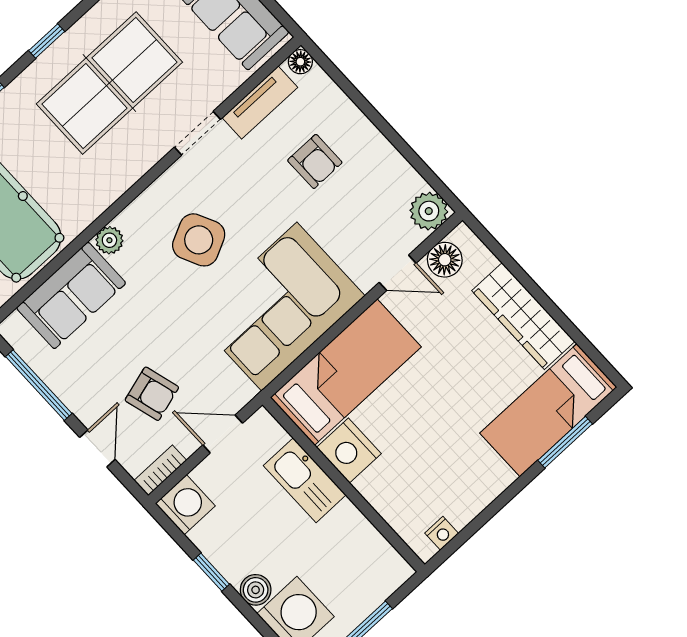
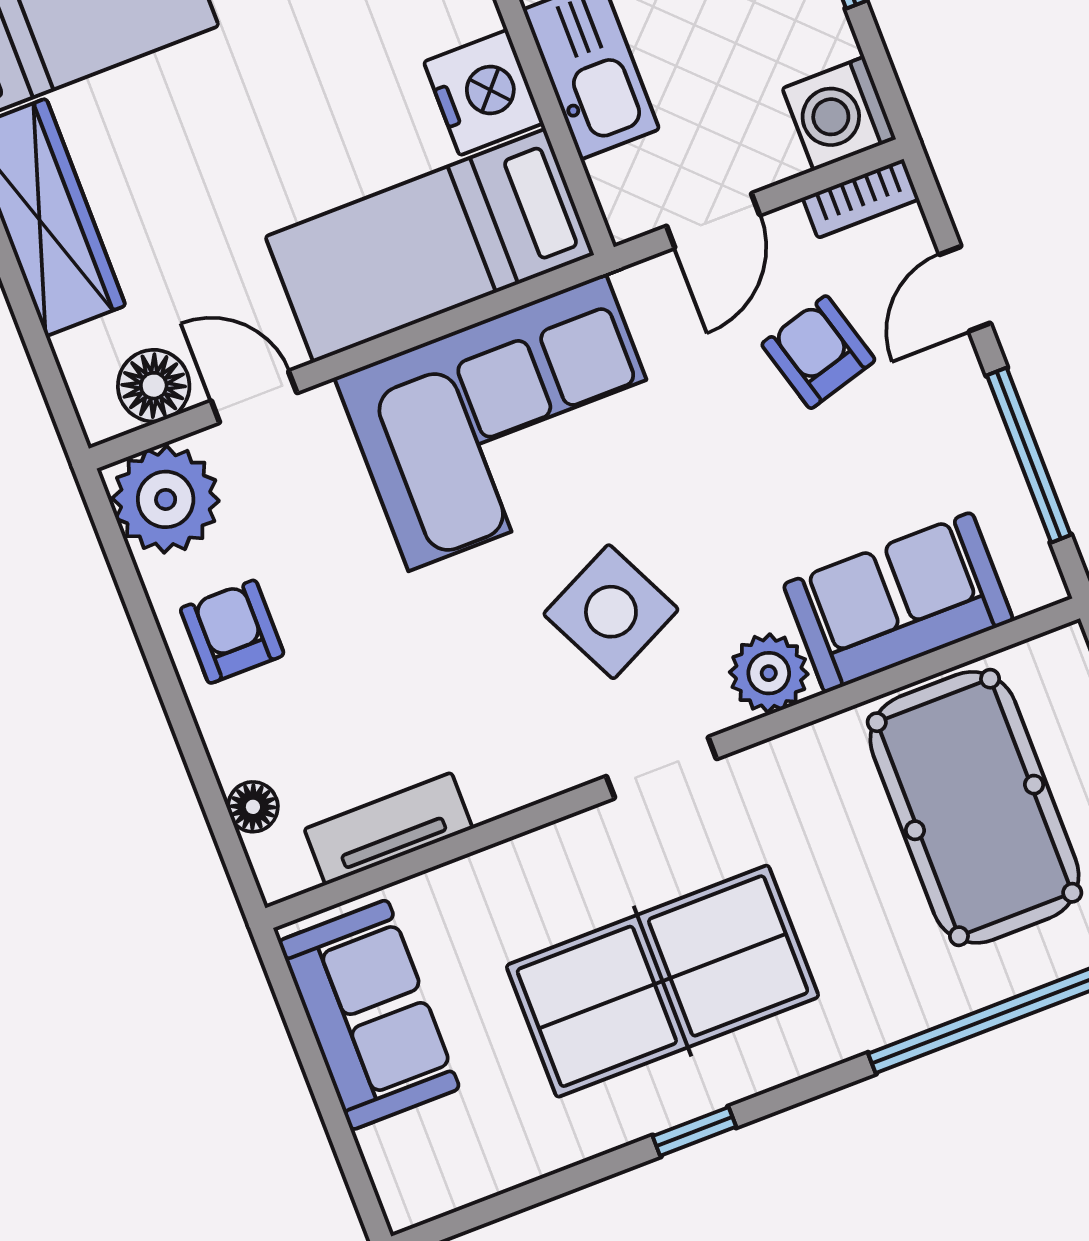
window: (47, 41) -> (694, 1131), moved
floor lamp: (300, 62) -> (253, 807), moved
doorway: (197, 133) -> (661, 768), moved
armchair: (315, 161) -> (232, 632), moved
plant: (429, 211) -> (166, 499), width x1.36, depth x1.36
plant: (109, 240) -> (769, 673), width x1.38, depth x1.38
door: (223, 434) -> (713, 221), hinge flipped

